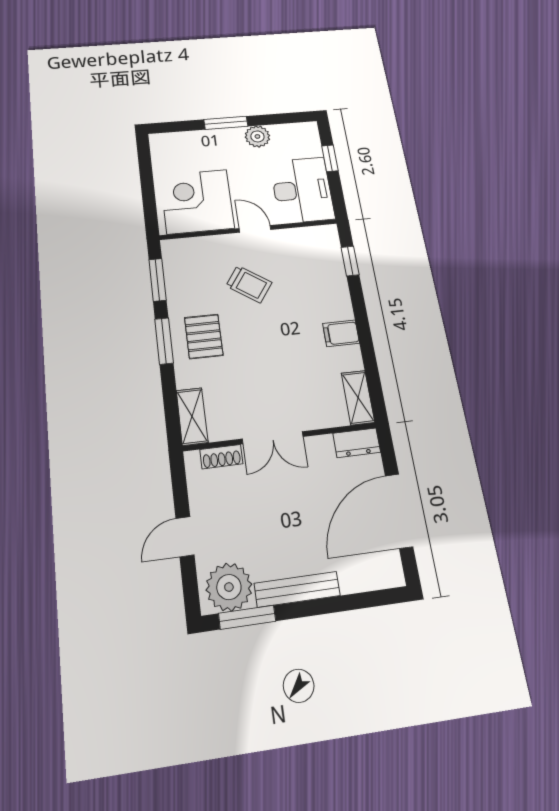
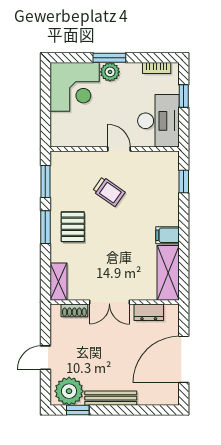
bookcase: (289, 129) -> (157, 68), added
plant: (257, 136) -> (110, 72), moved
corner desk: (197, 202) -> (75, 87), moved, turned 180
shelving: (358, 398) -> (168, 273), width x1.50, depth x1.33
dresser: (357, 443) -> (149, 312), moved
window: (247, 617) -> (78, 410), width x0.67

